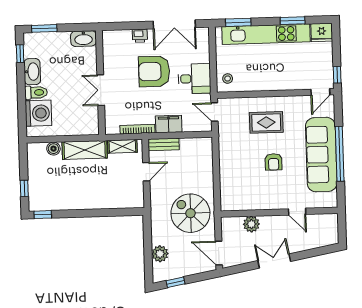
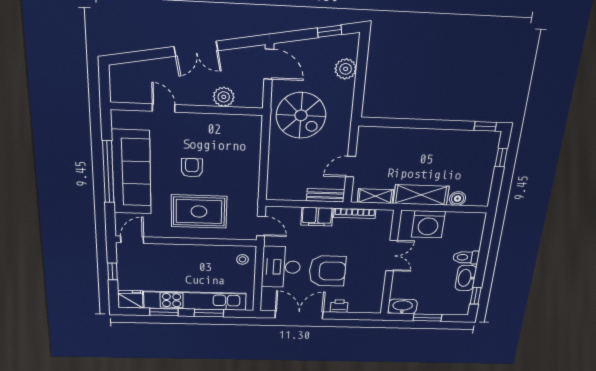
window: (238, 22) -> (209, 313), moved
window: (44, 28) -> (427, 318), moved
window: (337, 75) -> (112, 271), moved
desk: (194, 79) -> (281, 267), width x1.37
washing machine: (38, 113) -> (428, 224), moved, turned -90
rug: (266, 122) -> (199, 211), width x1.36, depth x1.43

